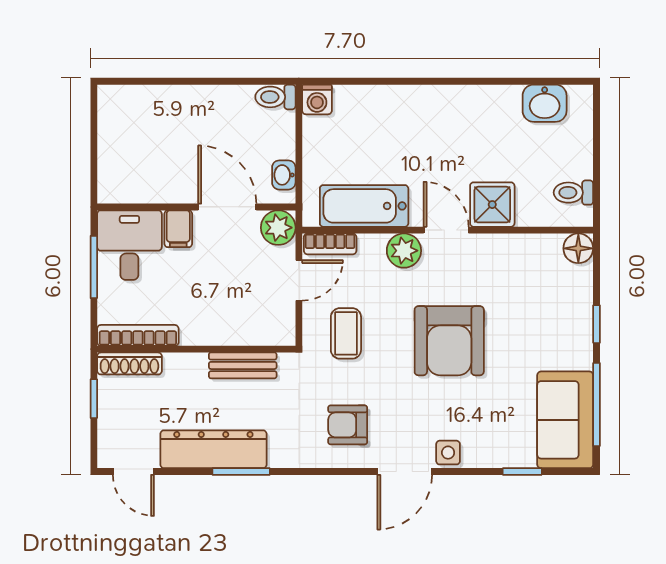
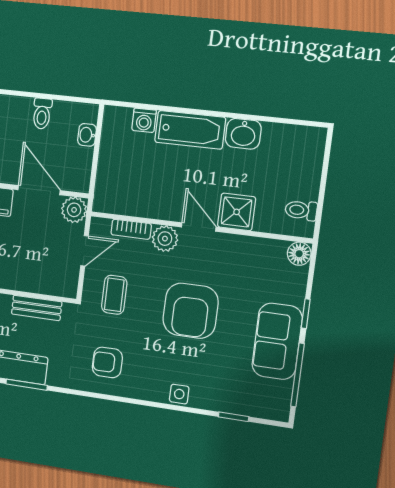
toilet: (275, 97) -> (42, 114), moved, turned -90
washing machine: (317, 99) -> (144, 120), moved
washbasin: (545, 103) -> (243, 134), moved
washbasin: (284, 175) -> (87, 135), moved
bathtub: (364, 206) -> (190, 130), moved, turned 180
bookcase: (330, 244) -> (131, 229), moved
sofa: (565, 420) -> (277, 341), moved
door: (405, 472) -> (145, 403), removed

